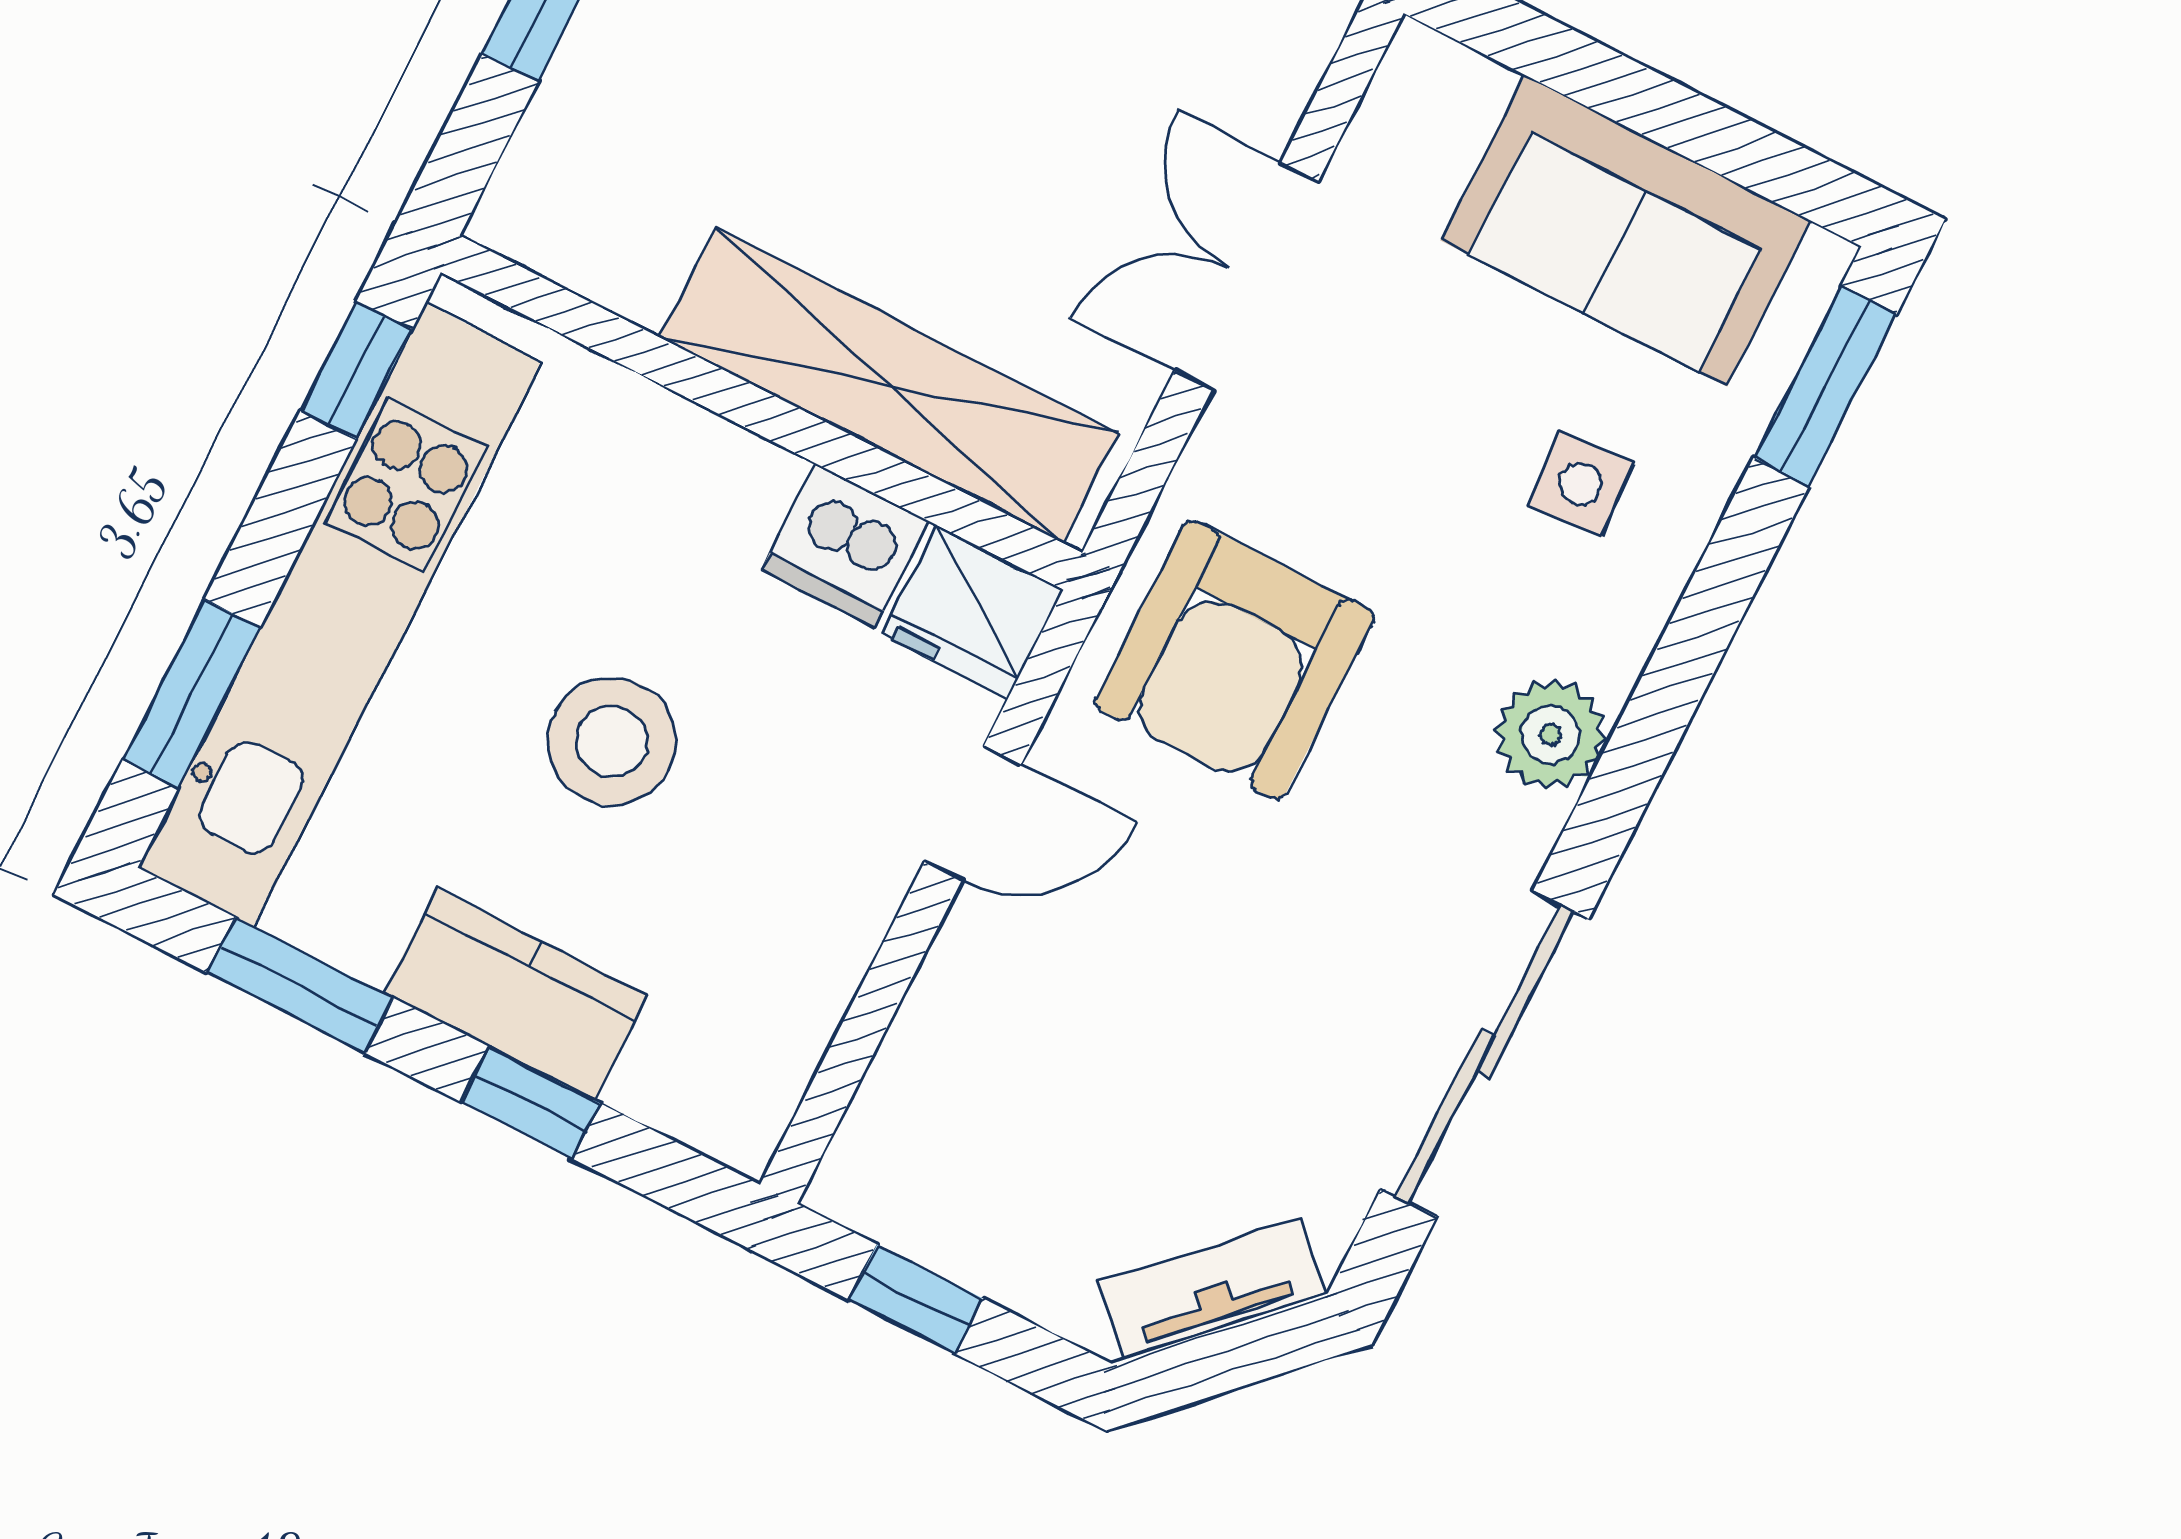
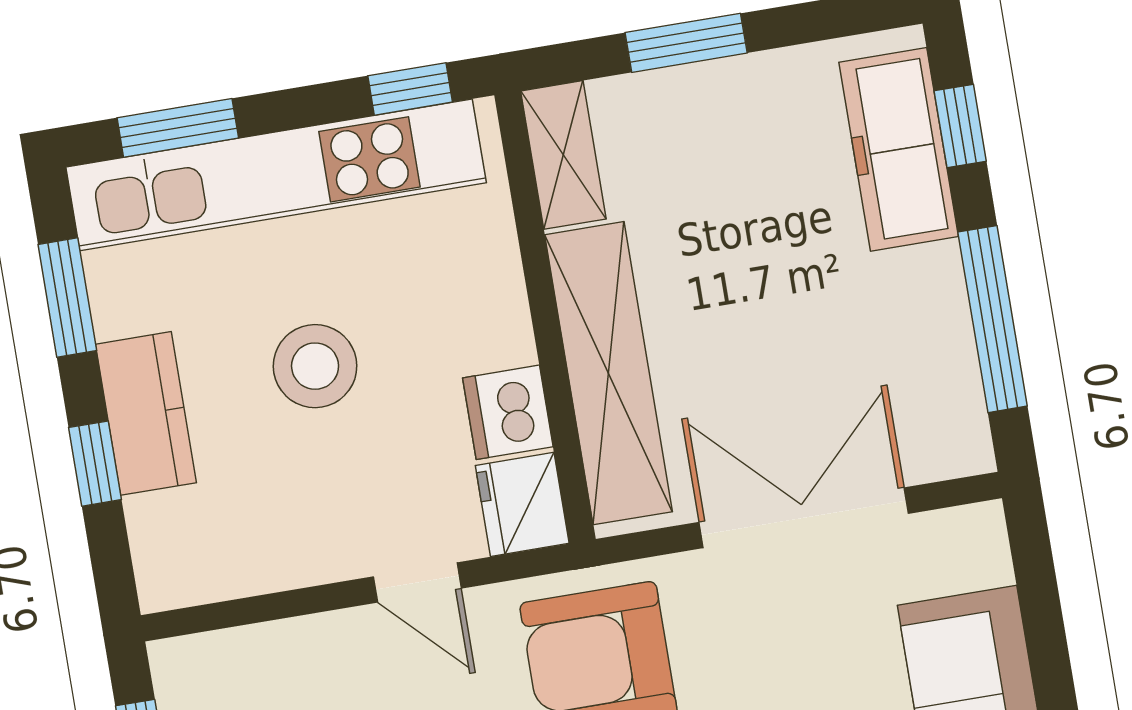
shelving: (578, 241) -> (563, 155), added
double door: (1246, 276) -> (804, 518), width x1.37

